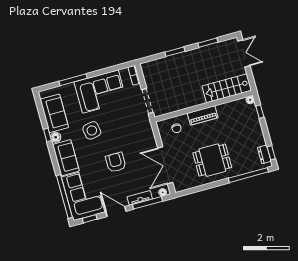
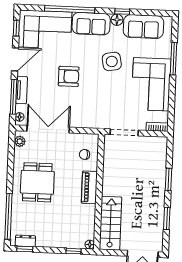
plant: (183, 186) -> (20, 141), added
window: (64, 197) -> (70, 9), moved

